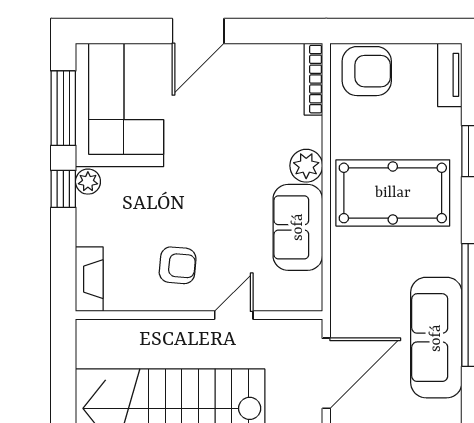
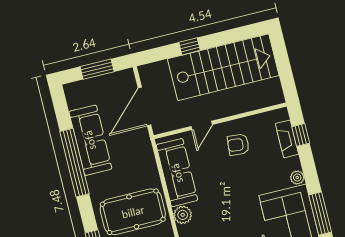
window: (63, 189) -> (301, 135), moved
sofa: (298, 227) -> (177, 173), width x1.36
fireplace: (89, 279) -> (287, 139), moved

